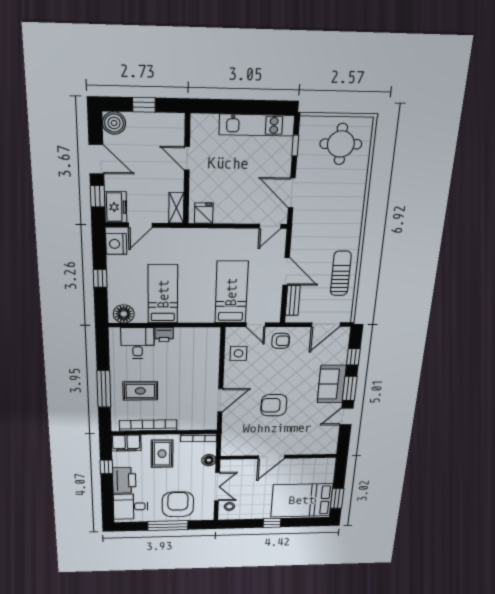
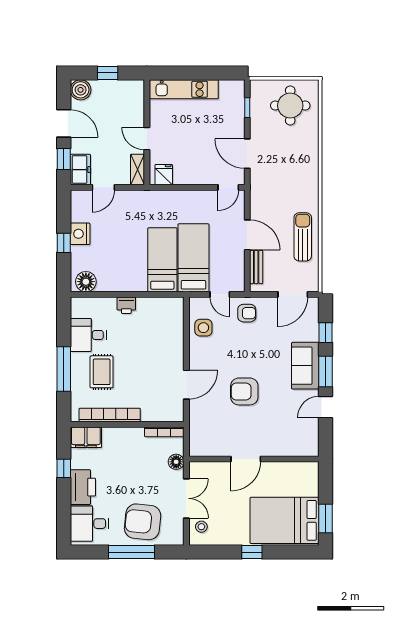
kitchen unit: (257, 125) -> (184, 89), moved
door: (187, 158) -> (147, 139), moved
nightstand: (116, 244) -> (80, 234), moved
bed: (163, 294) -> (162, 260), moved
desk: (137, 343) -> (88, 335), moved, turned -90
rug: (140, 391) -> (102, 372), turned 90
rug: (162, 454) -> (125, 452), removed
armchair: (178, 504) -> (143, 522), turned -84

